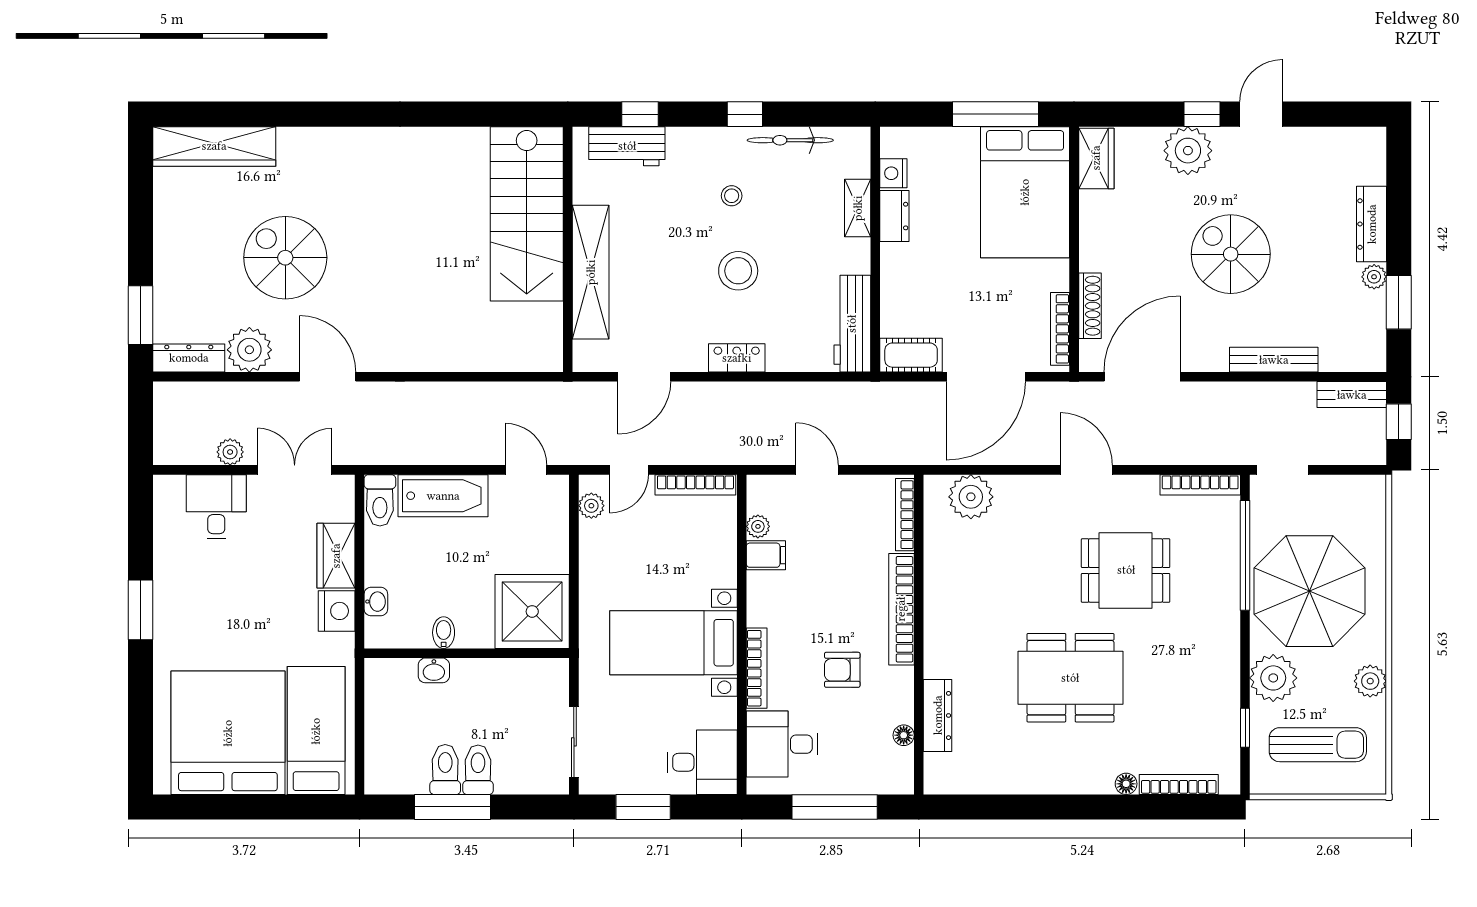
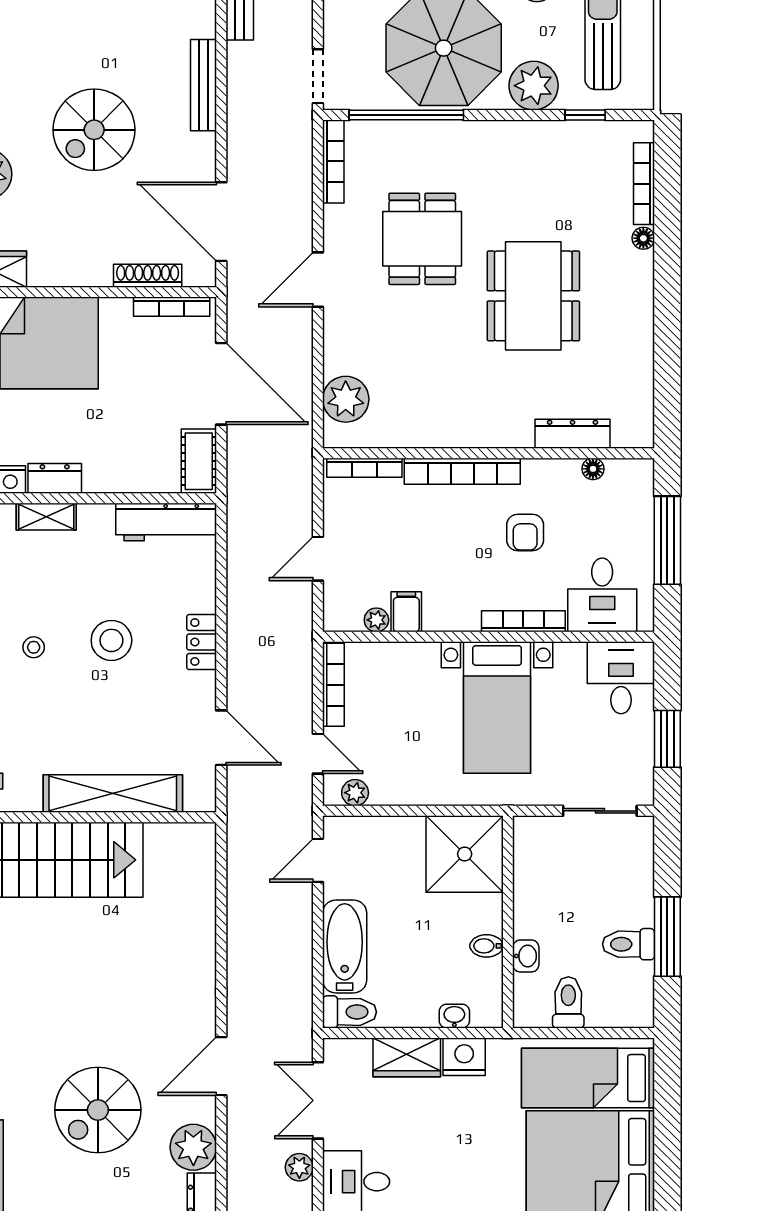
toilet: (478, 770) -> (568, 1002), moved, turned 90

